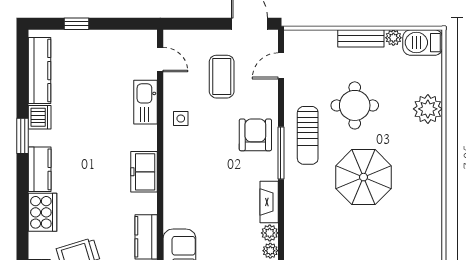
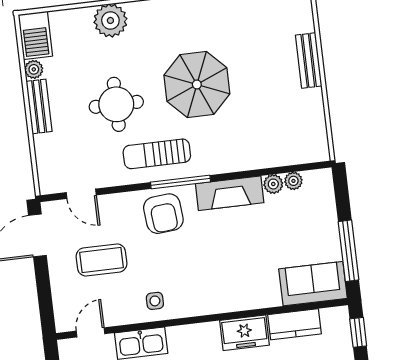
armchair: (255, 135) -> (163, 214), turned -95
sun lounger: (308, 135) -> (157, 154), turned 180
freezer: (144, 172) -> (245, 333), moved
fireplace: (269, 202) -> (230, 193), width x1.37, depth x1.32

